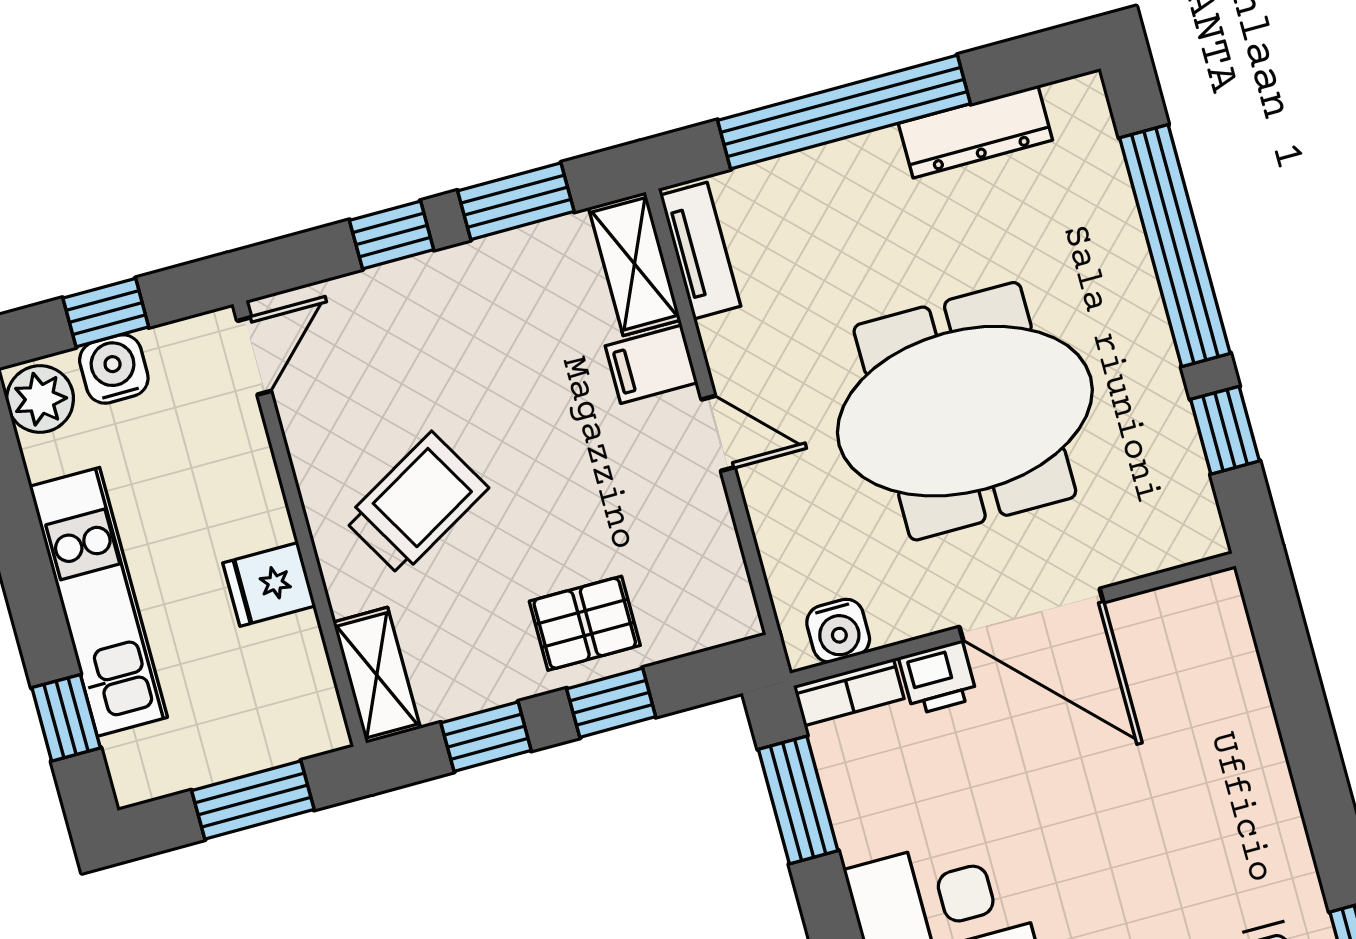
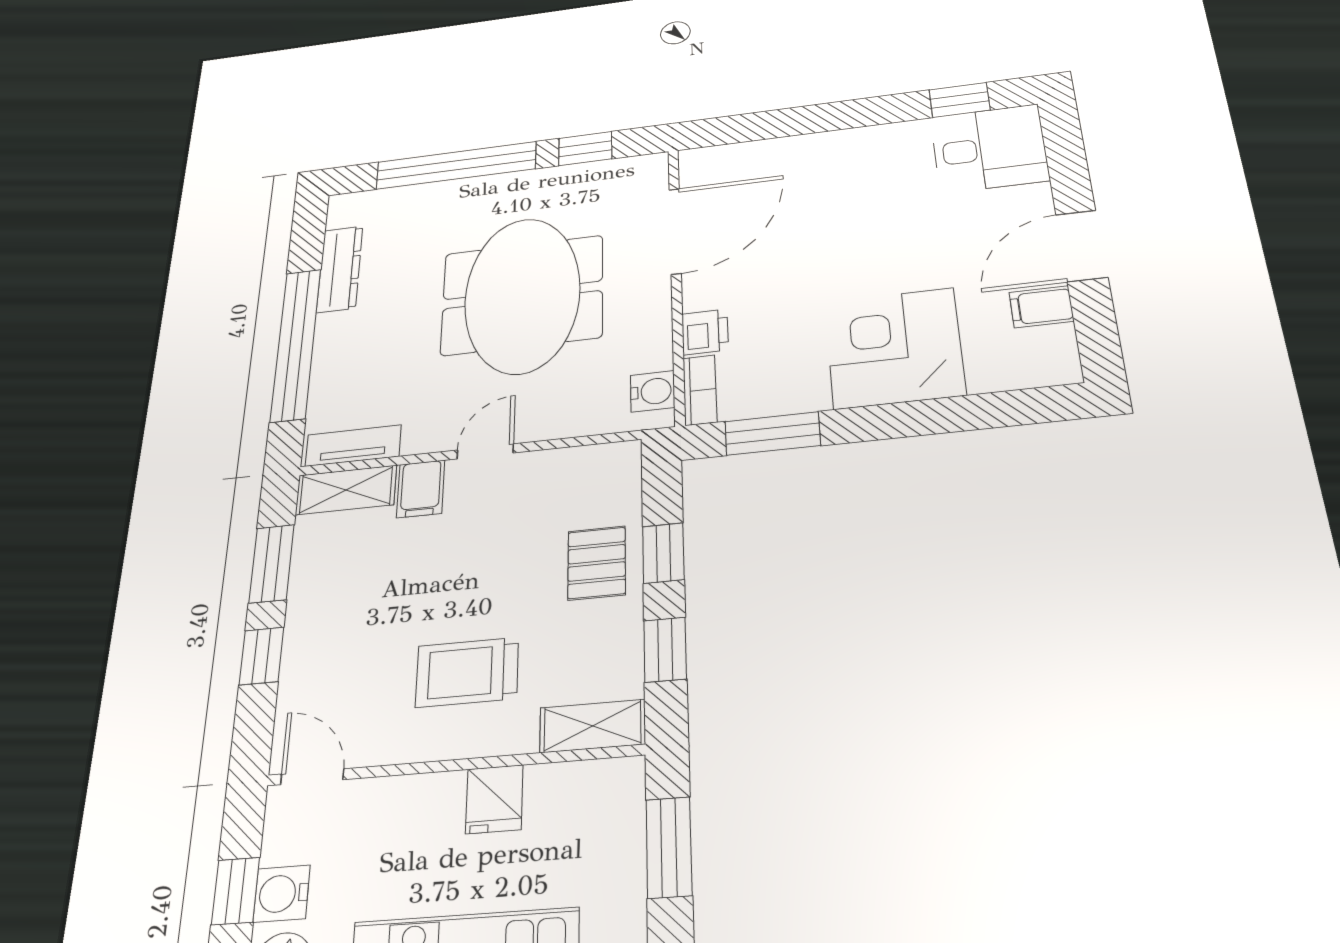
trolley: (416, 504) -> (467, 672), turned -60
door: (1031, 615) -> (675, 231), moved

